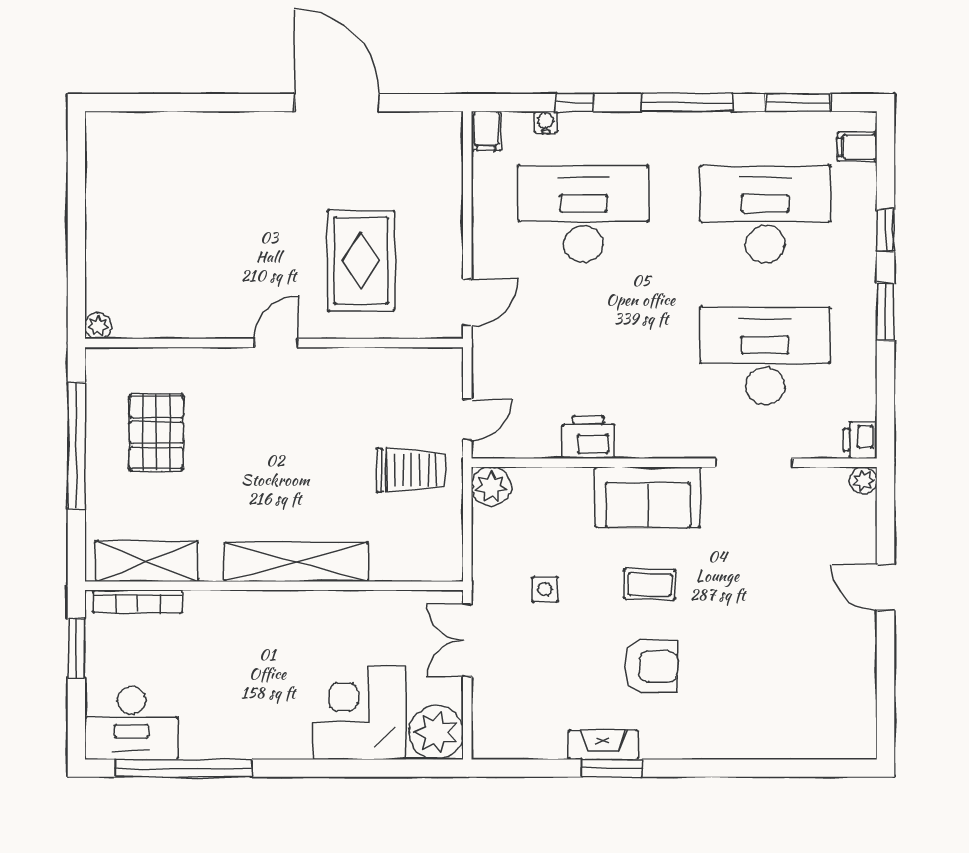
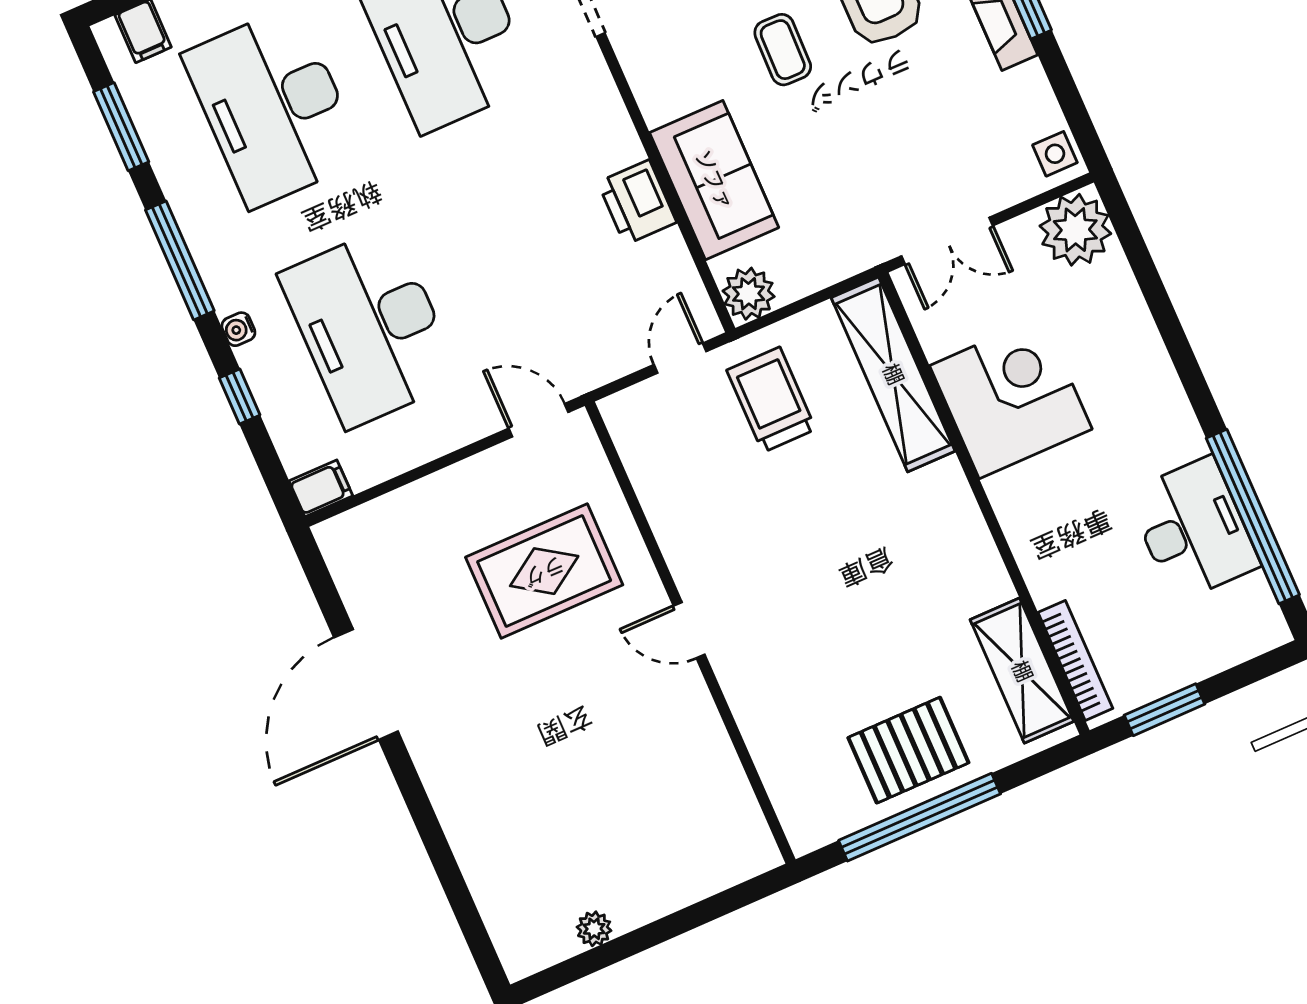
water cooler: (546, 122) -> (238, 329), moved
plant: (98, 326) -> (594, 929), moved
door: (467, 420) -> (680, 358), hinge flipped
pallet: (156, 432) -> (908, 750), moved
sofa: (648, 497) -> (714, 180), moved
shelving: (296, 562) -> (893, 374), moved
side table: (545, 589) -> (1055, 154), moved
corner desk: (359, 713) -> (1011, 397), moved, turned 180
desk: (131, 723) -> (1193, 529), moved

